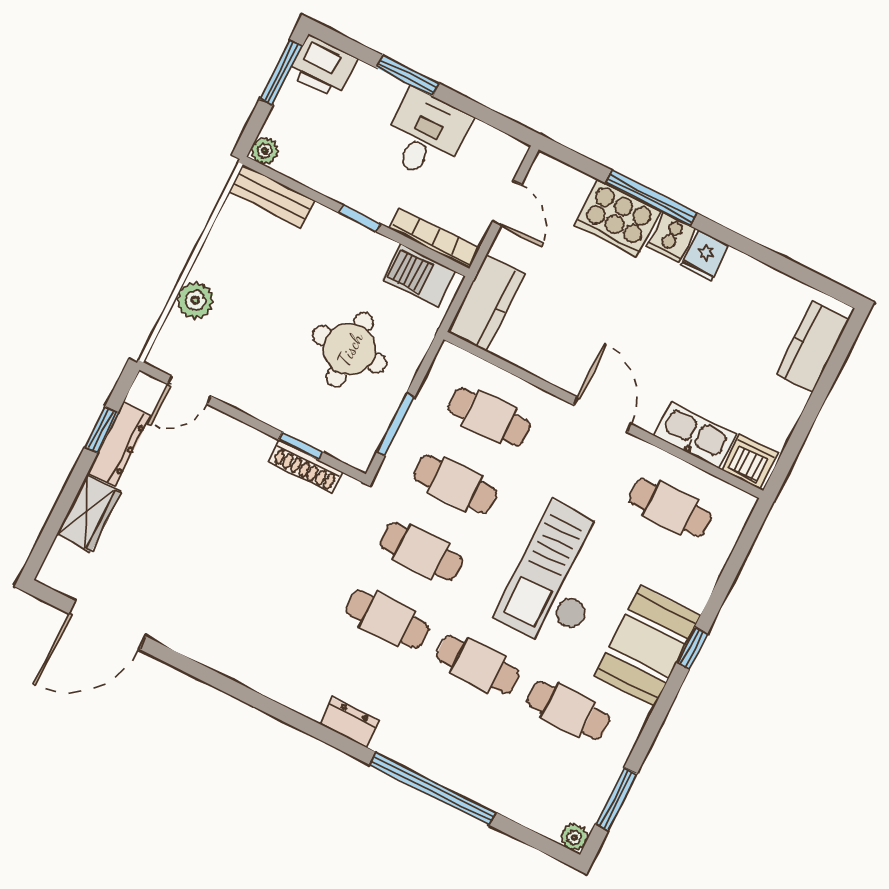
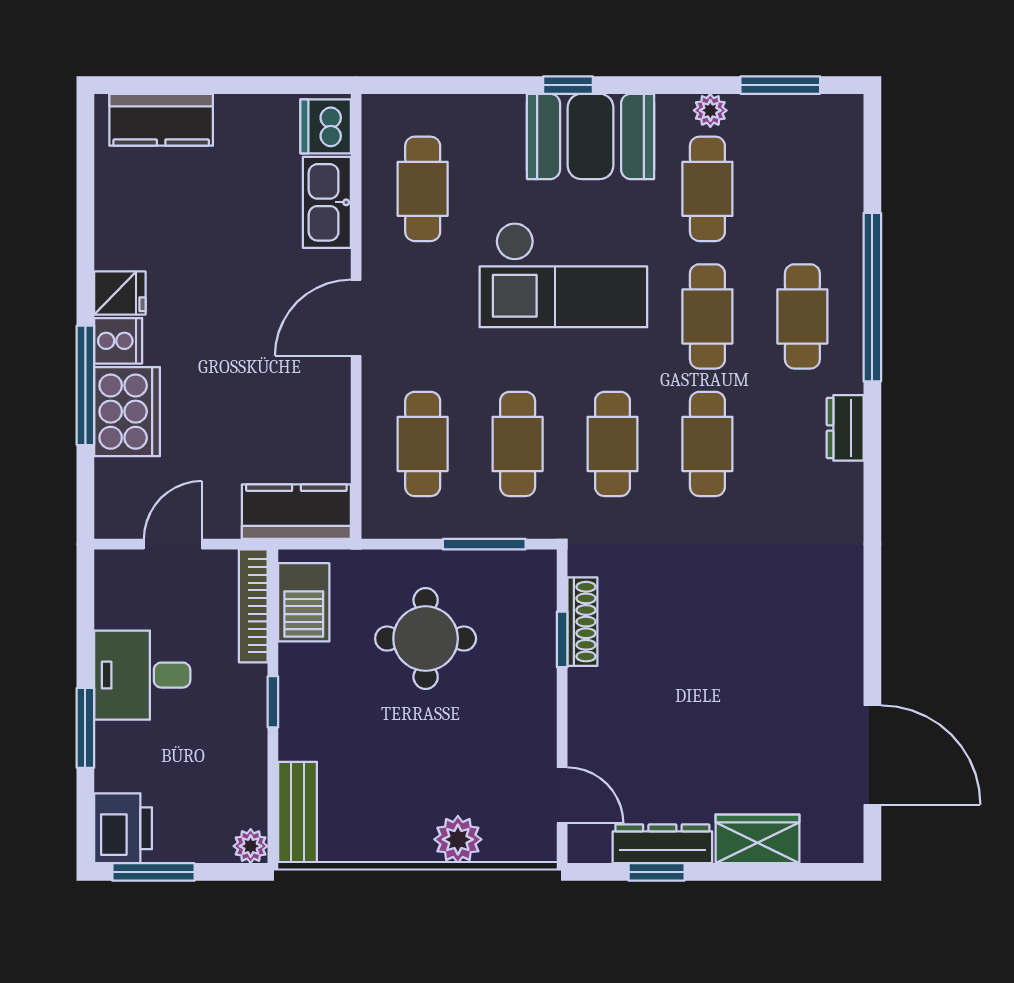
cafe table: (444, 732) -> (802, 316), added
plant: (574, 837) -> (710, 110), moved

